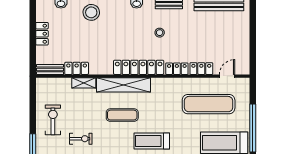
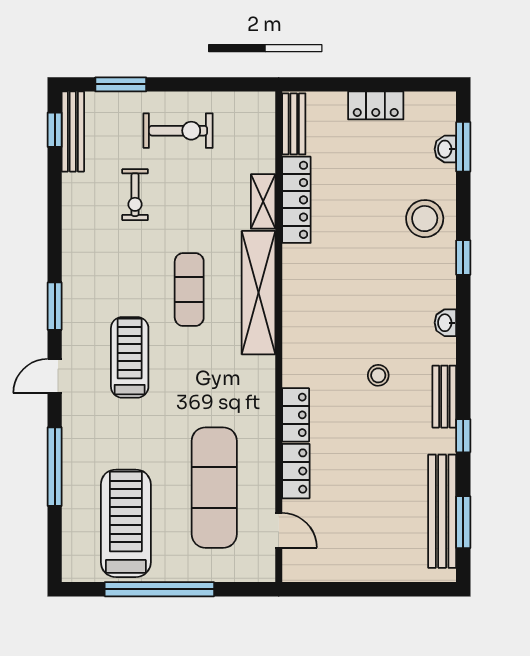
locker: (139, 67) -> (299, 327), removed
locker: (77, 68) -> (296, 200), width x1.53

